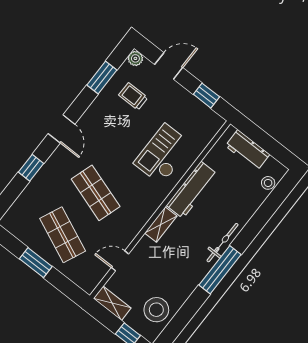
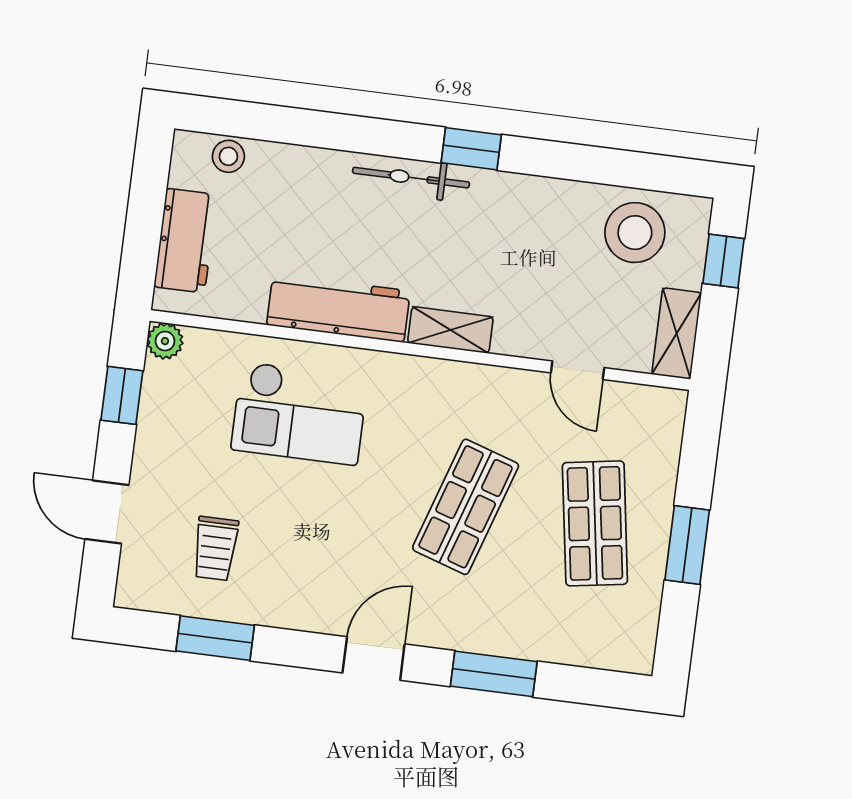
plant: (135, 58) -> (165, 341), moved
window: (31, 168) -> (494, 674), width x1.50
shop shelf: (63, 235) -> (595, 523), turned -33
window: (220, 270) -> (471, 149), width x0.46

